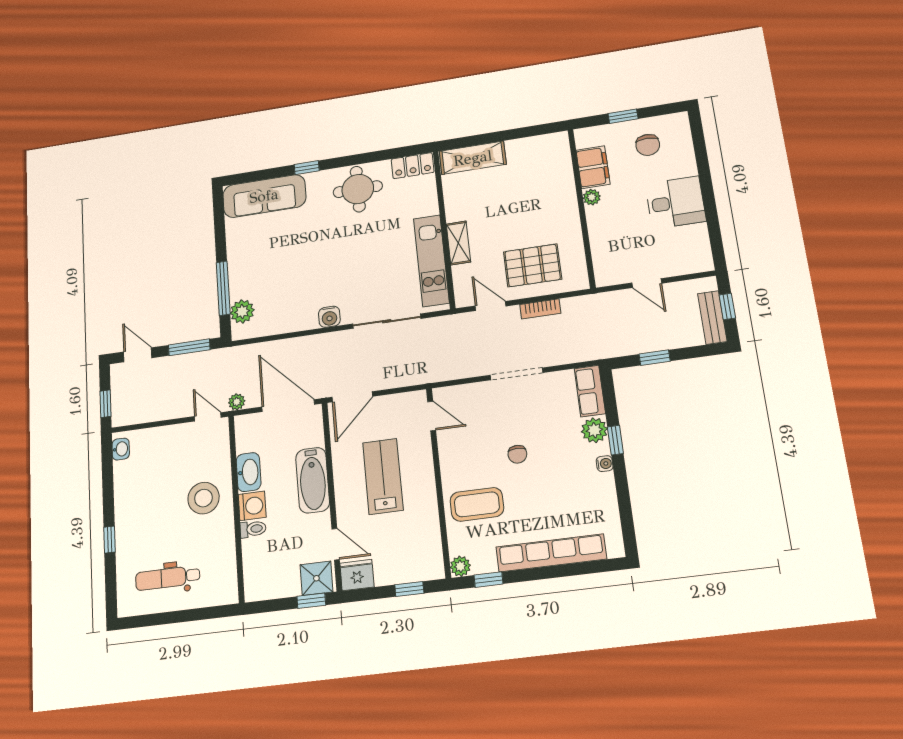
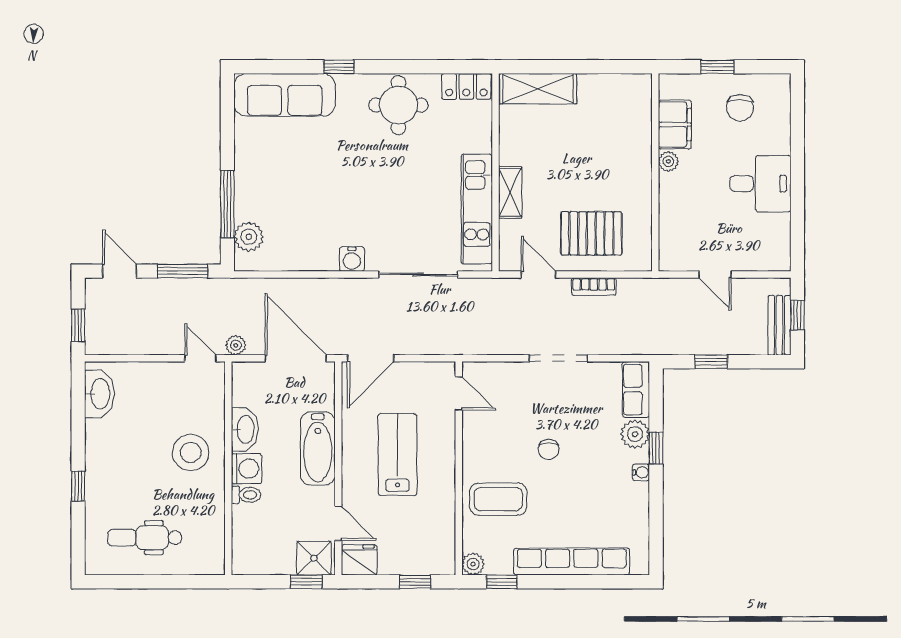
washbasin: (121, 449) -> (99, 394), width x1.91, depth x1.45

